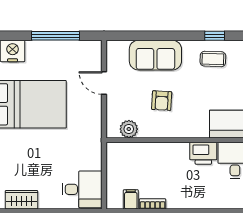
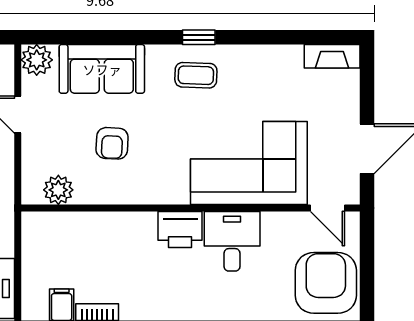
plant: (116, 50) -> (37, 60), added

